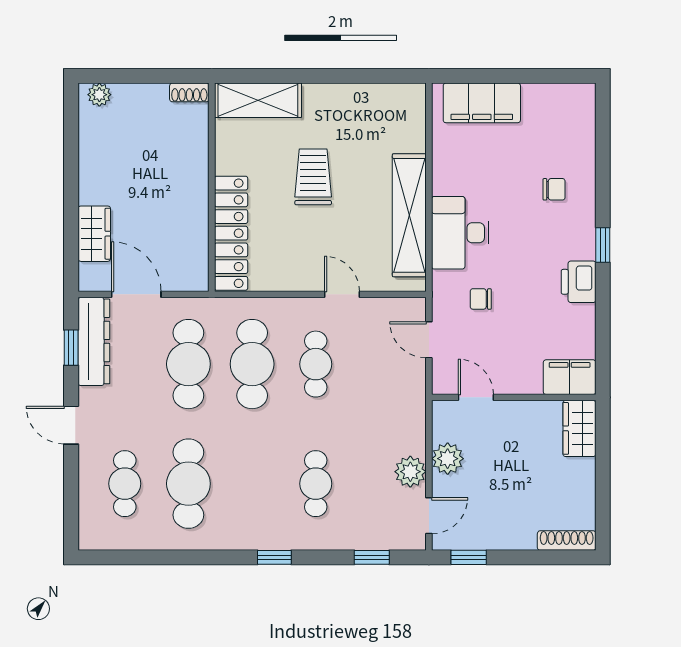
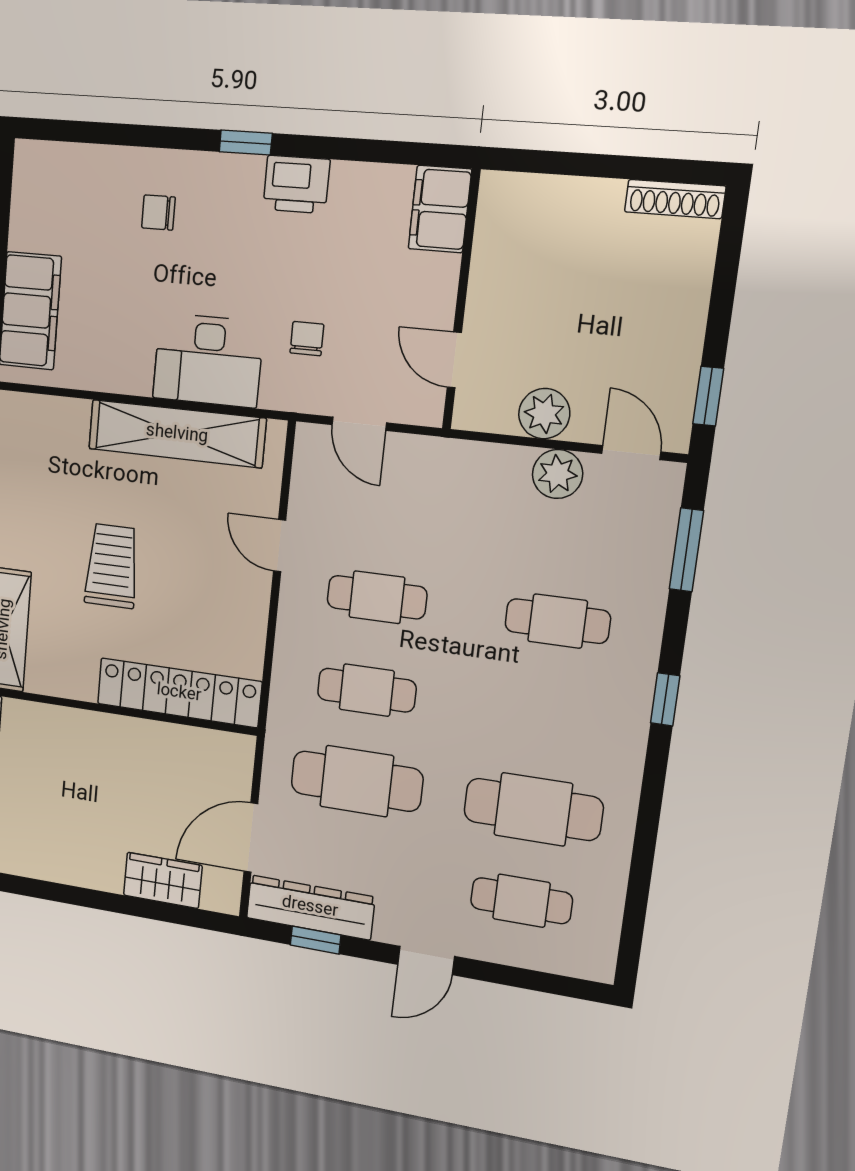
trolley: (313, 177) -> (112, 566), turned 90
chair: (554, 189) -> (158, 212), turned -90
door: (342, 294) -> (280, 546), hinge flipped
chair: (481, 299) -> (307, 339), turned 180
door: (429, 340) -> (359, 424), hinge flipped
cafe table: (252, 364) -> (367, 690), width x0.73, depth x0.74
door: (476, 397) -> (454, 360), hinge flipped
wardrobe: (579, 428) -> (522, 199), removed
shoe rack: (567, 541) -> (675, 199), moved, turned -90
window: (372, 557) -> (686, 550), width x1.50

